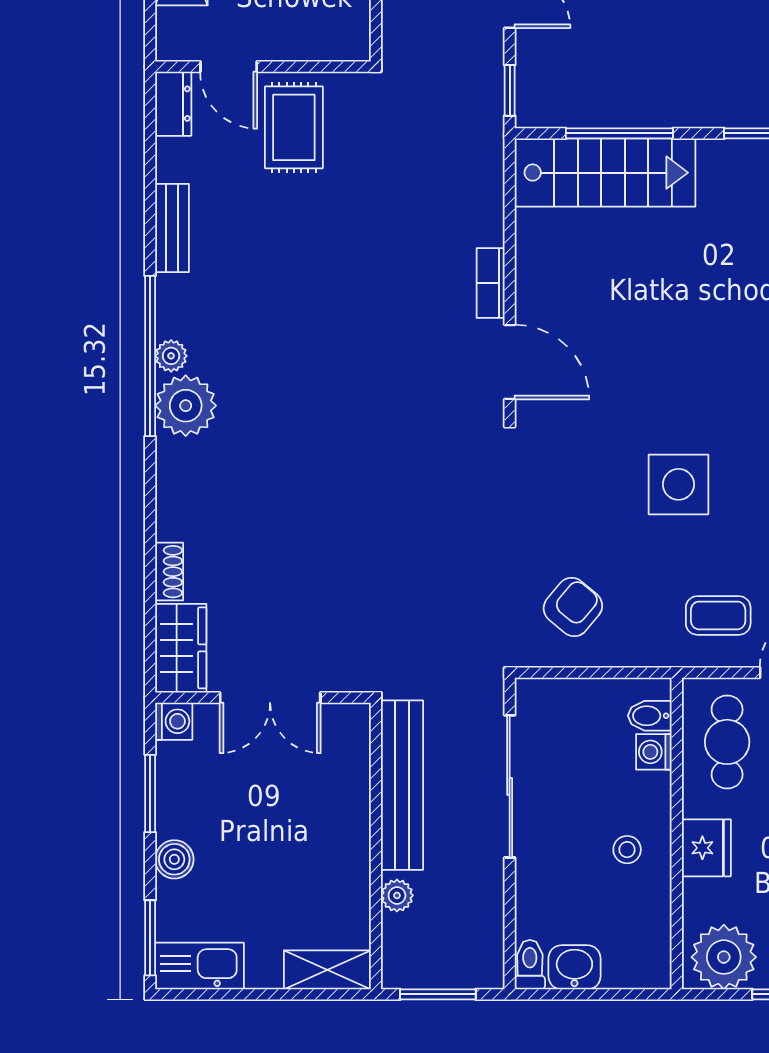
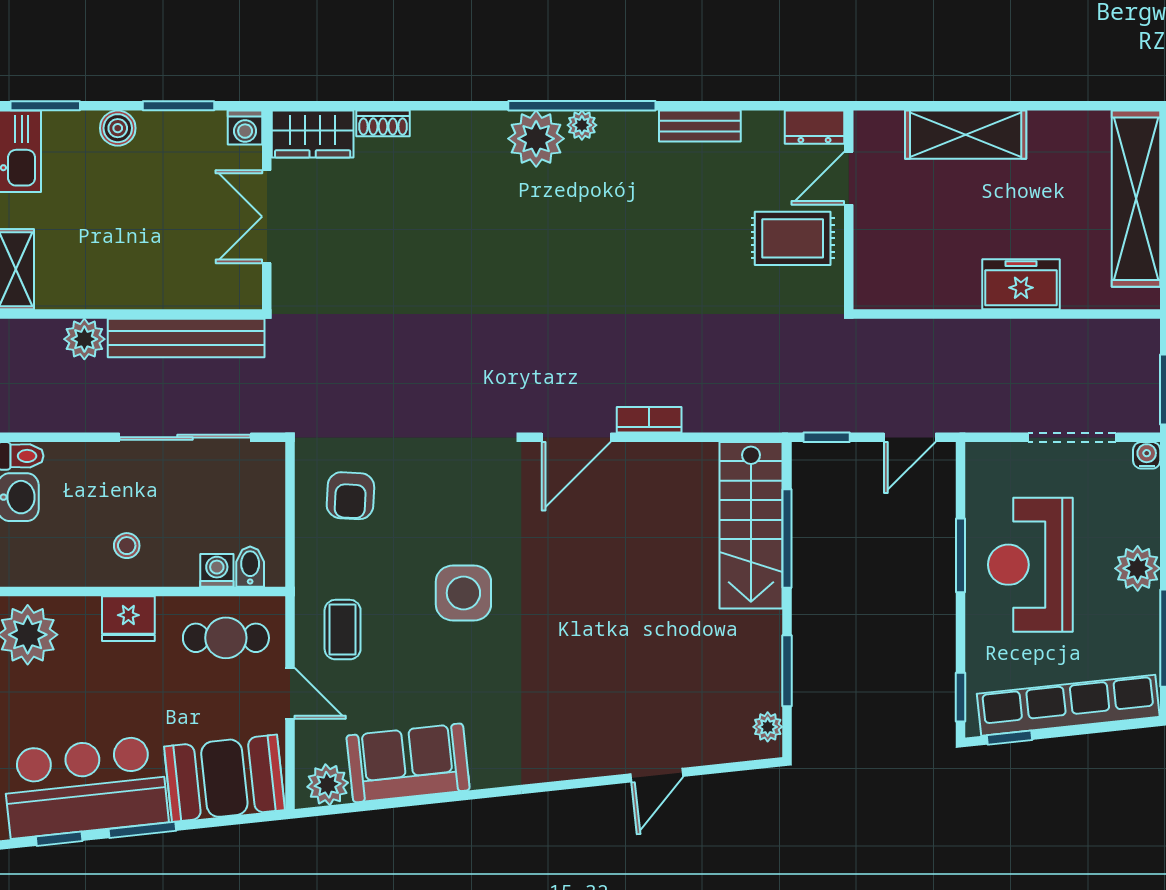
armchair: (573, 607) -> (350, 496), turned 53
plant: (397, 895) -> (84, 339), width x1.38, depth x1.38

